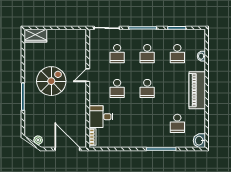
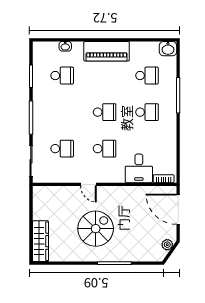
wardrobe: (35, 36) -> (40, 241), width x1.50
school desk: (147, 54) -> (147, 112), moved
spiral stairs: (51, 81) -> (96, 229), turned 90
door: (67, 149) -> (178, 209), hinge flipped

